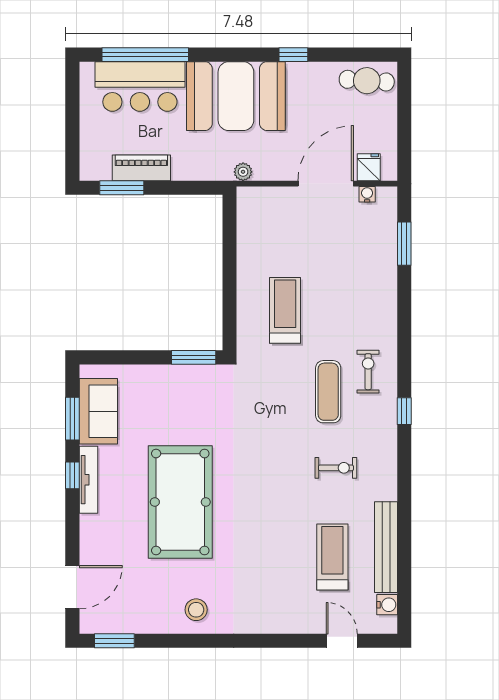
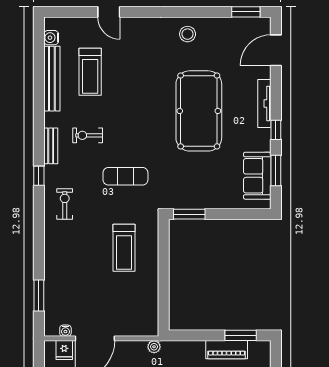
exercise bike: (368, 372) -> (65, 204), turned 180
exercise mat: (328, 392) -> (125, 176), moved, turned 90
bench: (388, 453) -> (51, 146), added
tv unit: (88, 480) -> (264, 103), moved
door: (342, 641) -> (109, 12), moved

